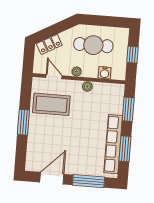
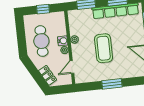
water cooler: (105, 73) -> (63, 41), moved
coffee table: (51, 104) -> (104, 48), moved

